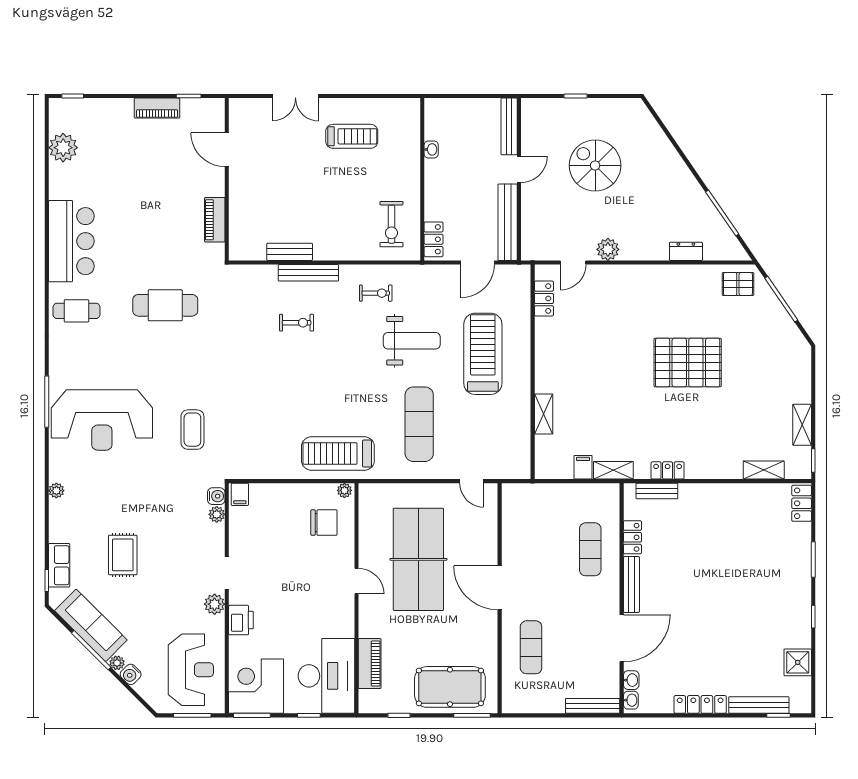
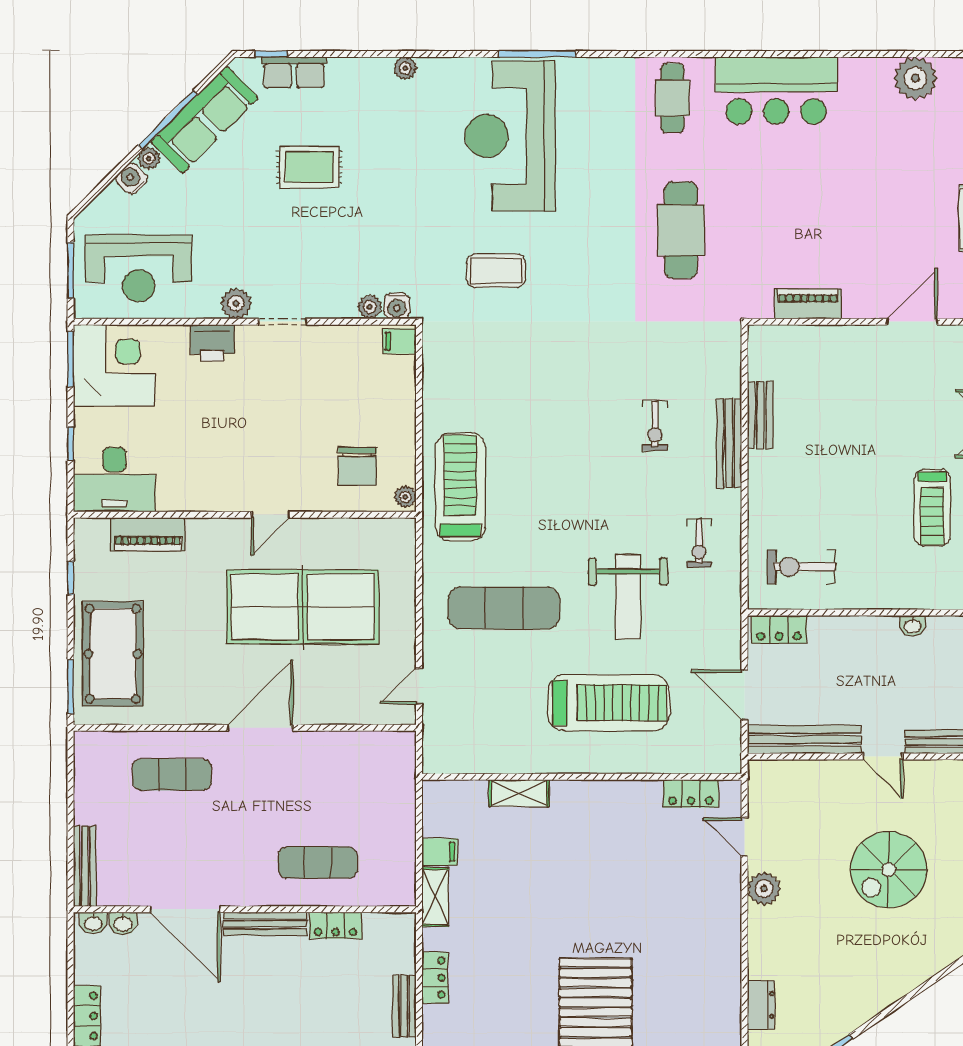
spiral stairs: (595, 165) -> (889, 870), turned 180
bench: (657, 491) -> (404, 1006), moved
desk: (326, 676) -> (114, 480), width x0.73, depth x0.77

